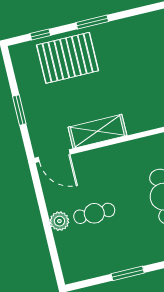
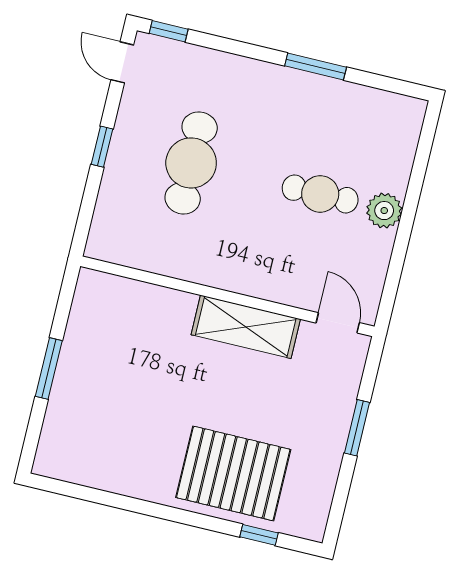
window: (92, 22) -> (162, 512), removed
door: (54, 156) -> (338, 323), width x0.73

